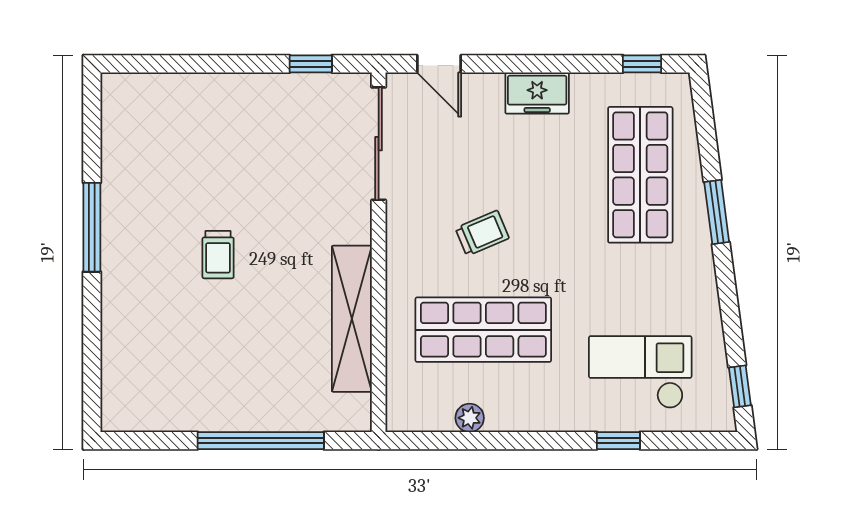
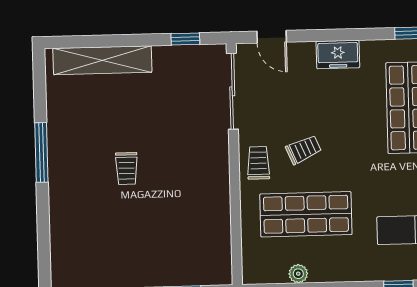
trolley: (415, 251) -> (258, 163), added
shelving: (352, 319) -> (102, 60), moved, turned 90

